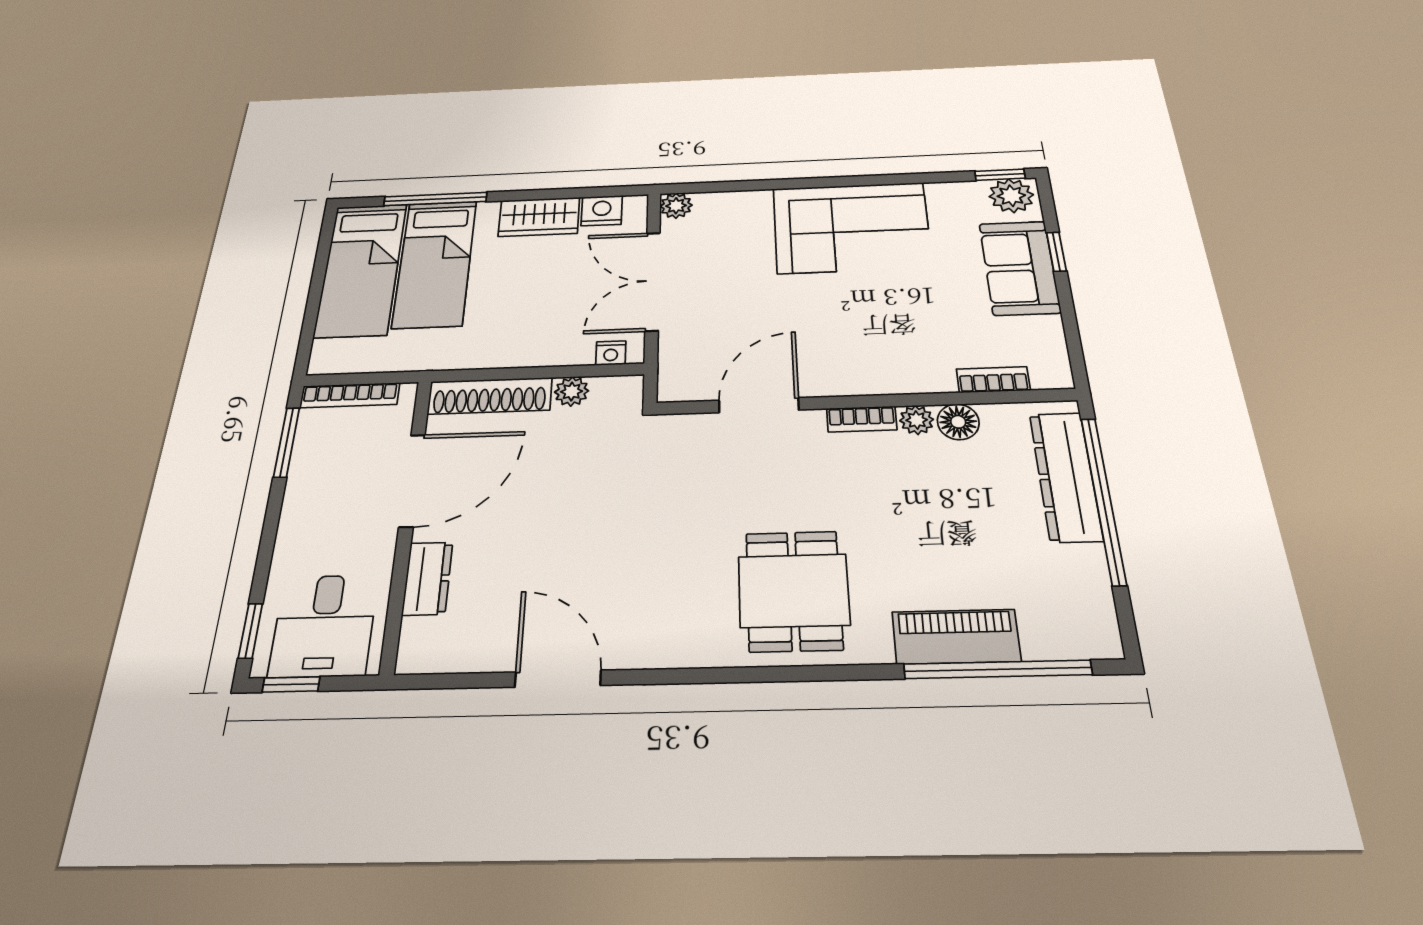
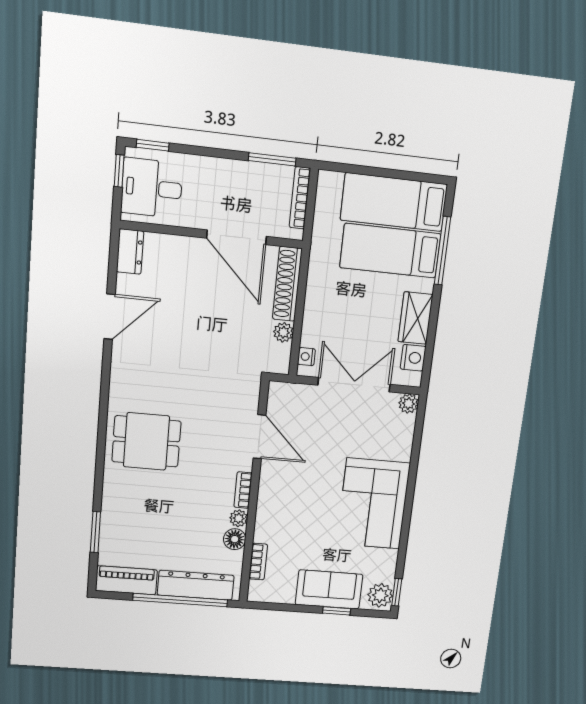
dresser: (427, 578) -> (130, 252), moved, turned -90
piano: (956, 637) -> (126, 580), moved, turned -90
window: (998, 669) -> (95, 532), width x0.47

